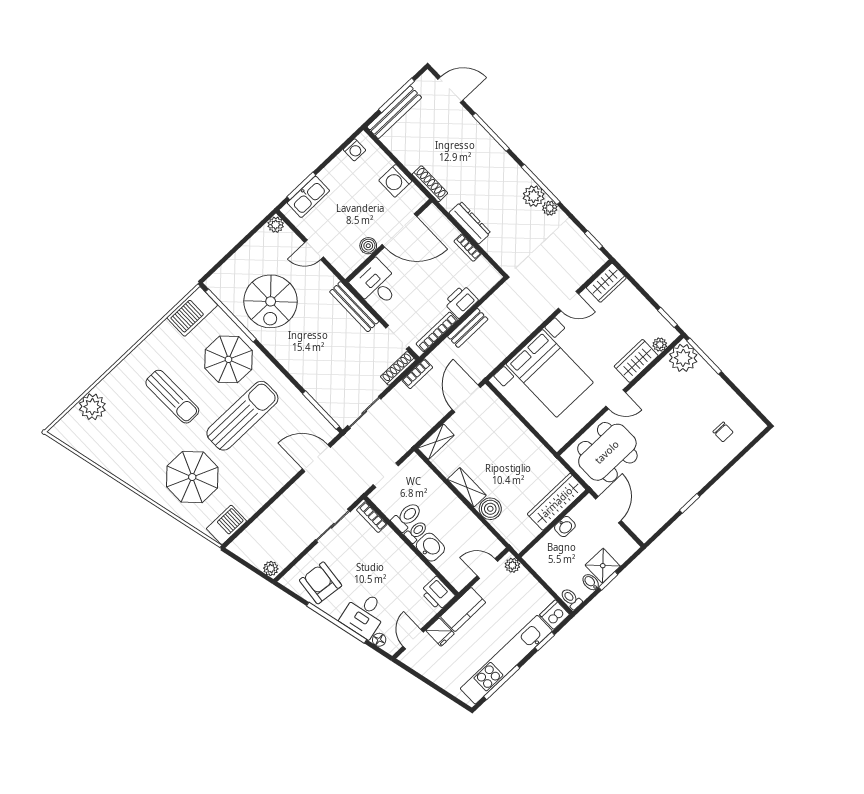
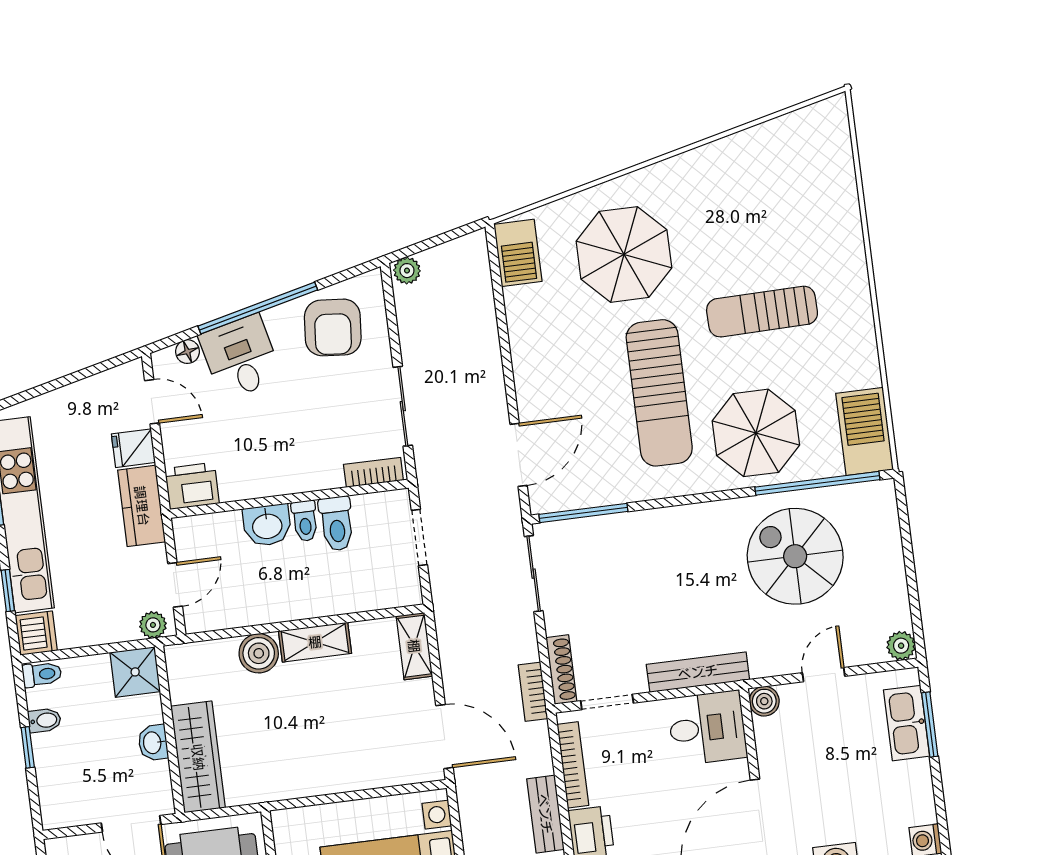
boiler: (368, 246) -> (764, 701), moved
plant: (92, 407) -> (833, 185), removed
shower: (603, 566) -> (135, 672), moved
armchair: (321, 583) -> (333, 327), turned 89

